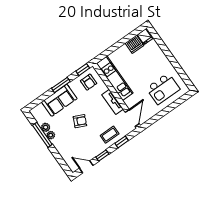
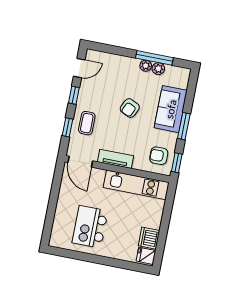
kitchen island: (163, 89) -> (90, 227), moved

